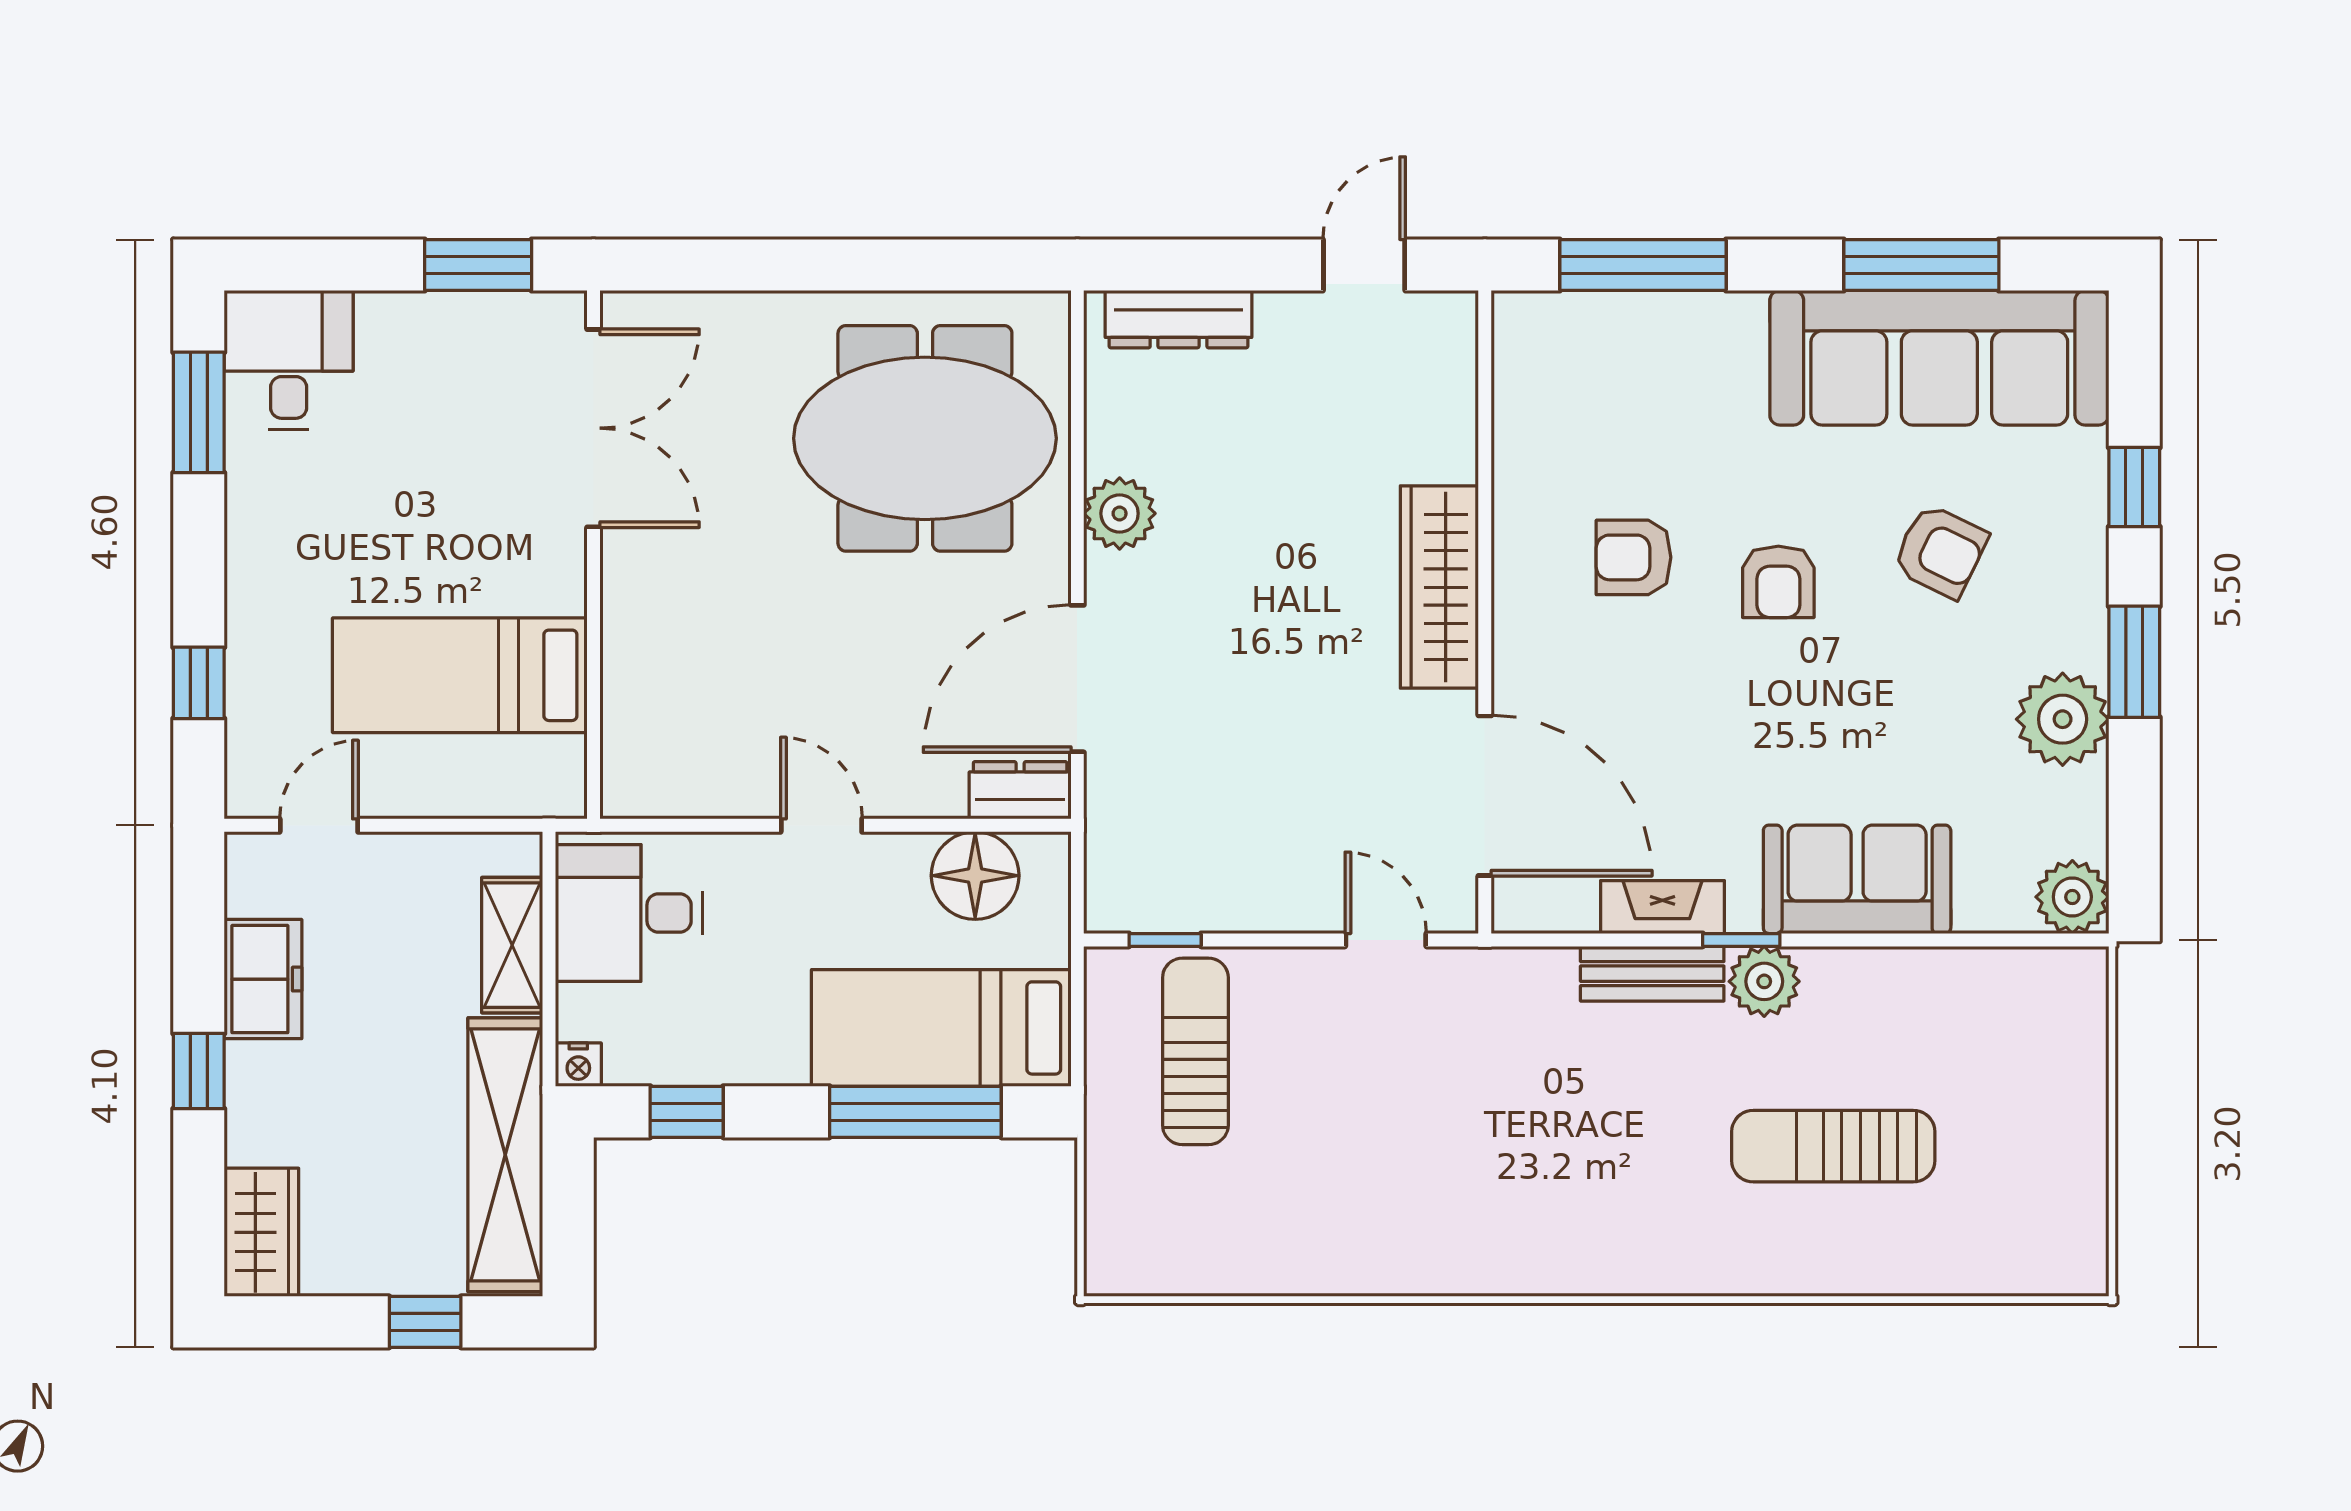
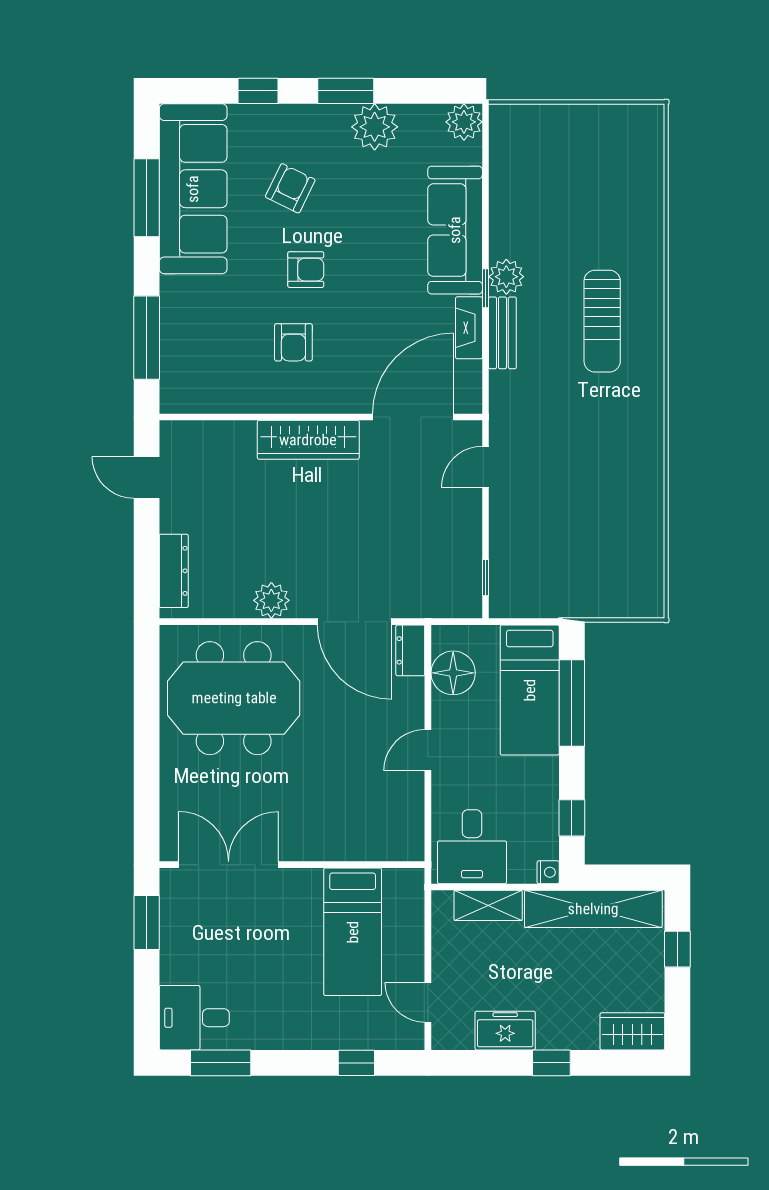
meeting table: (925, 438) -> (234, 698), turned 90
sofa: (1857, 879) -> (455, 230), width x1.36
sun lounger: (1195, 1051) -> (542, 562), removed
sun lounger: (1833, 1146) -> (602, 321), moved

